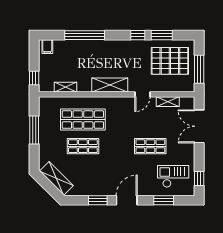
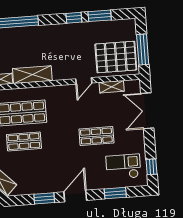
pallet: (170, 61) -> (116, 57), moved
shelving: (110, 85) -> (32, 75), moved

